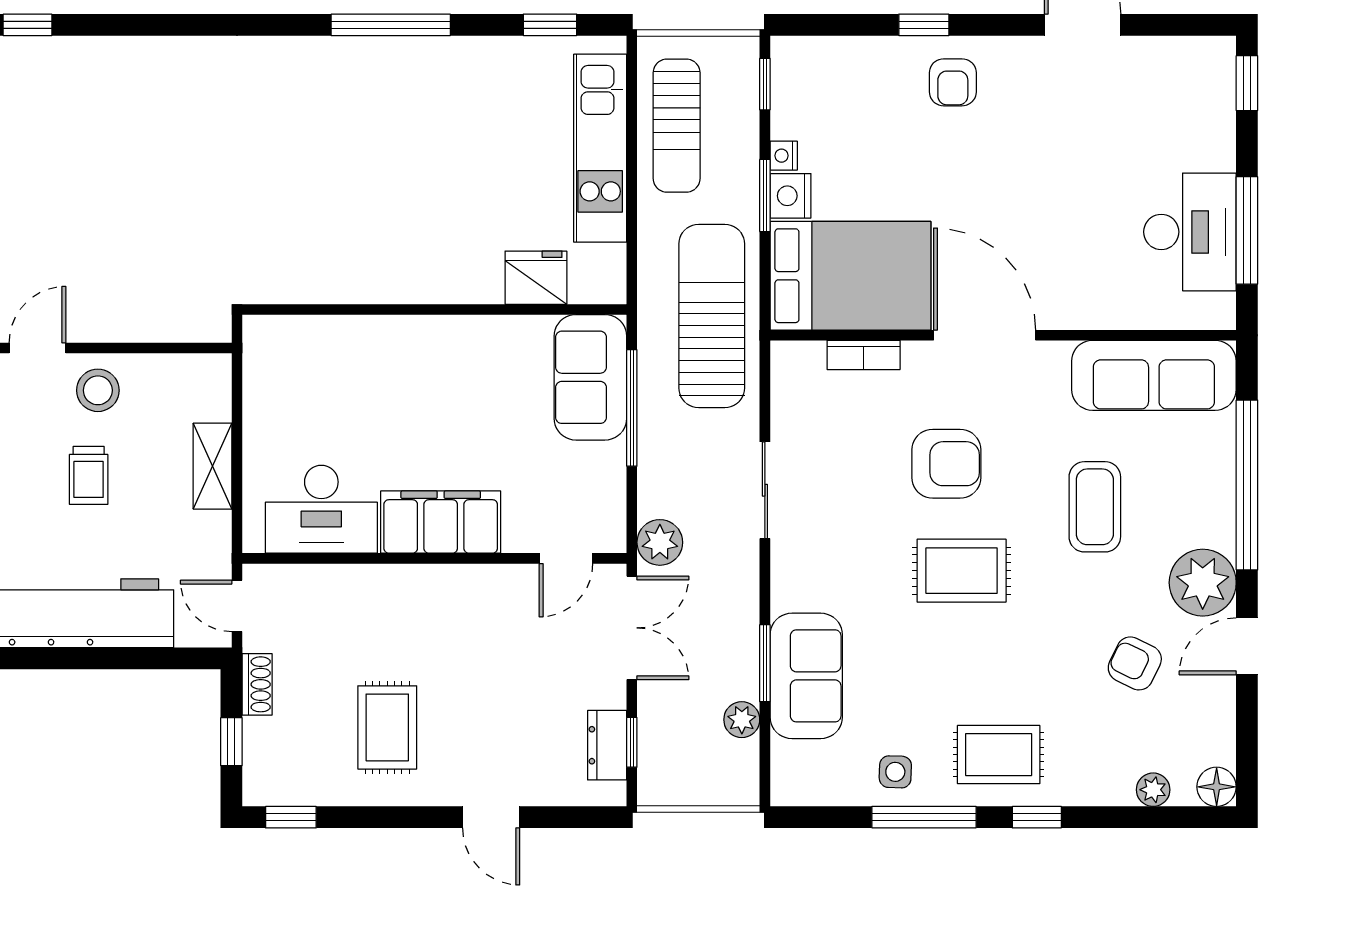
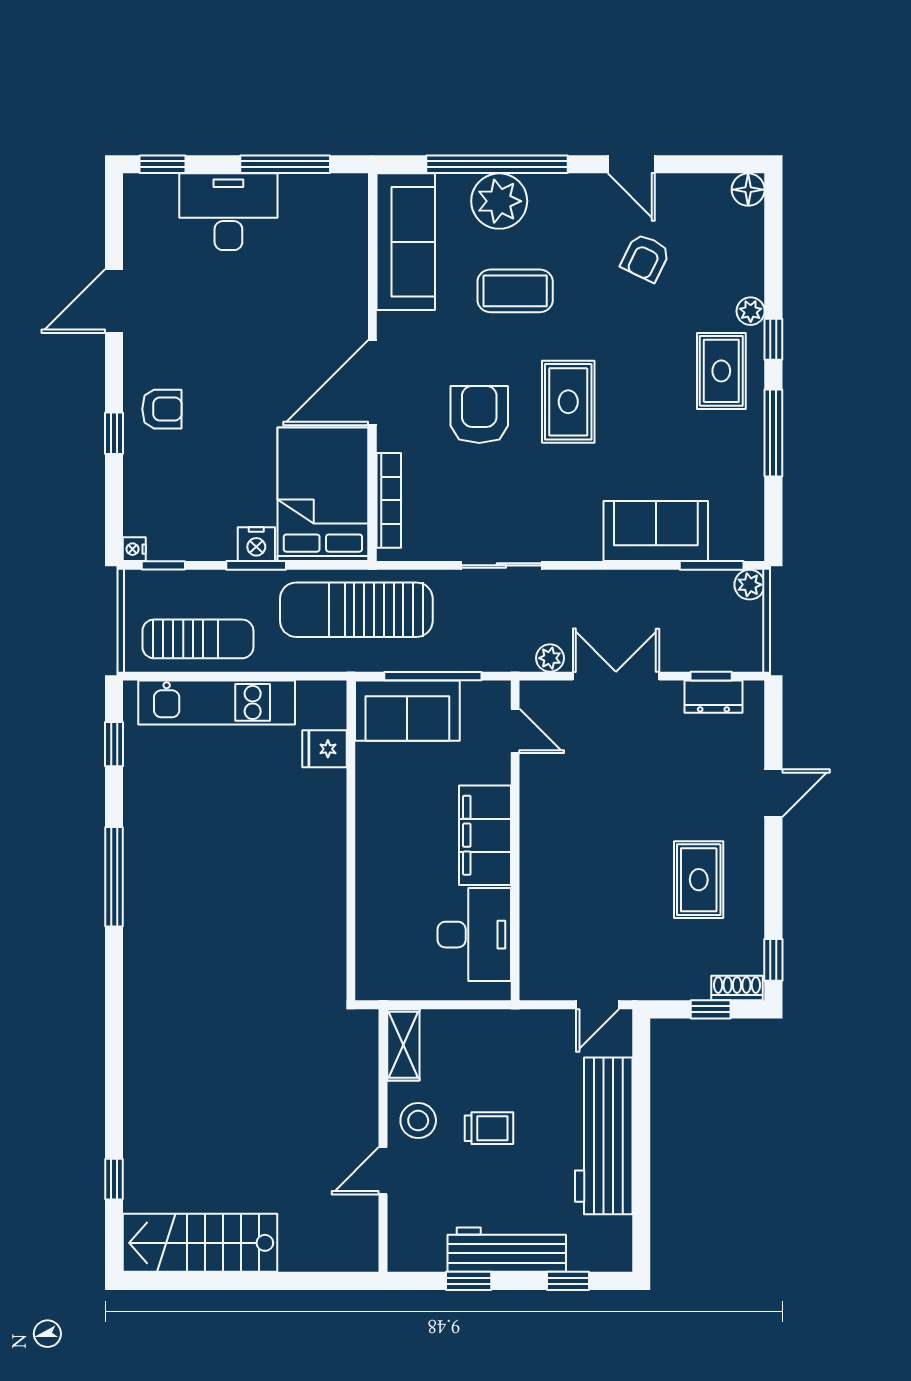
nightstand: (784, 156) -> (134, 549), moved, turned 90
desk: (1190, 232) -> (228, 212), moved
fridge: (536, 278) -> (324, 749), width x0.72
door: (37, 348) -> (383, 1171), hinge flipped
bookcase: (864, 355) -> (389, 500), width x1.56
shelving: (212, 466) -> (403, 1045), moved, turned 90
desk: (321, 509) -> (474, 935), moved
filing cabinet: (441, 522) -> (485, 835), moved
plant: (660, 542) -> (550, 658), width x0.73, depth x0.73
wall: (434, 558) -> (515, 840), moved
door: (566, 558) -> (515, 731), moved
plant: (1203, 583) -> (499, 201), moved
window: (765, 663) -> (712, 565), moved
shoe rack: (257, 684) -> (737, 988), moved
plant: (742, 720) -> (750, 585), moved
rug: (387, 727) -> (699, 880), turned 90
side table: (895, 772) -> (736, 457), removed
plant: (1153, 790) -> (751, 311), moved

